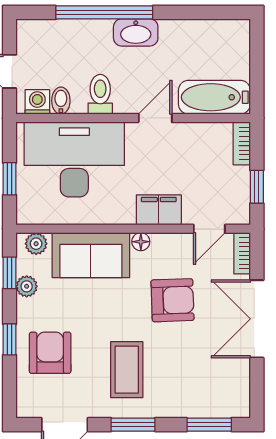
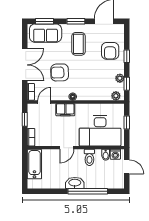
bathtub: (214, 97) -> (34, 164), moved, turned -90
sofa: (91, 255) -> (46, 33), moved, turned 180

